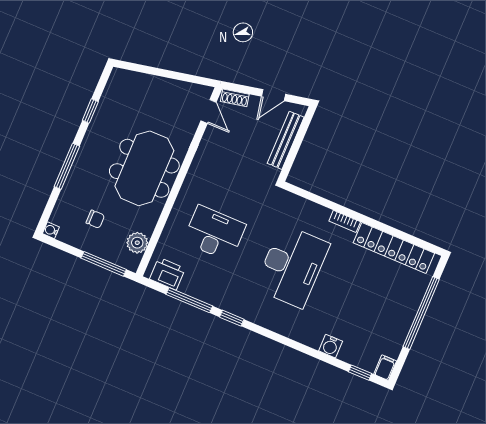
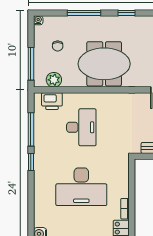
printer: (167, 274) -> (52, 101), moved, turned 90

